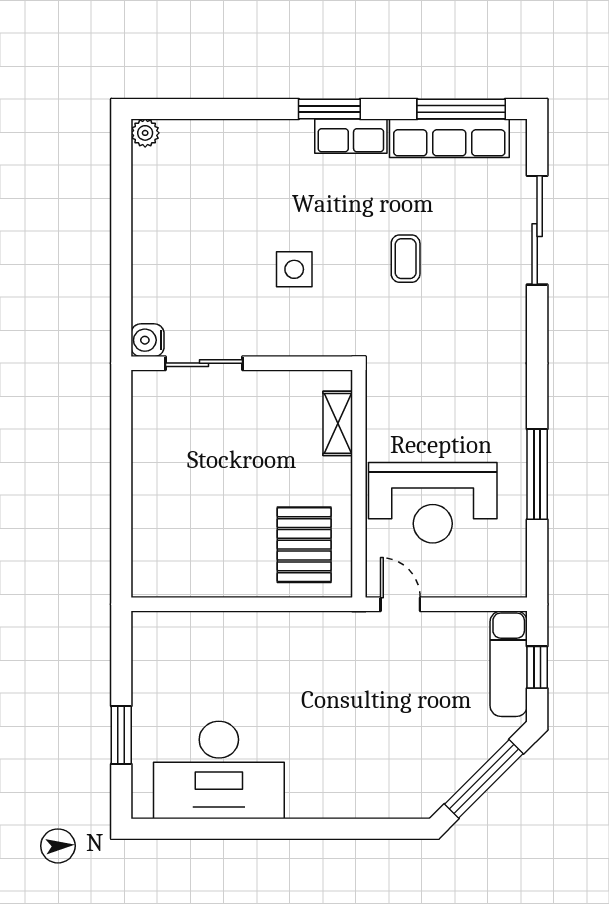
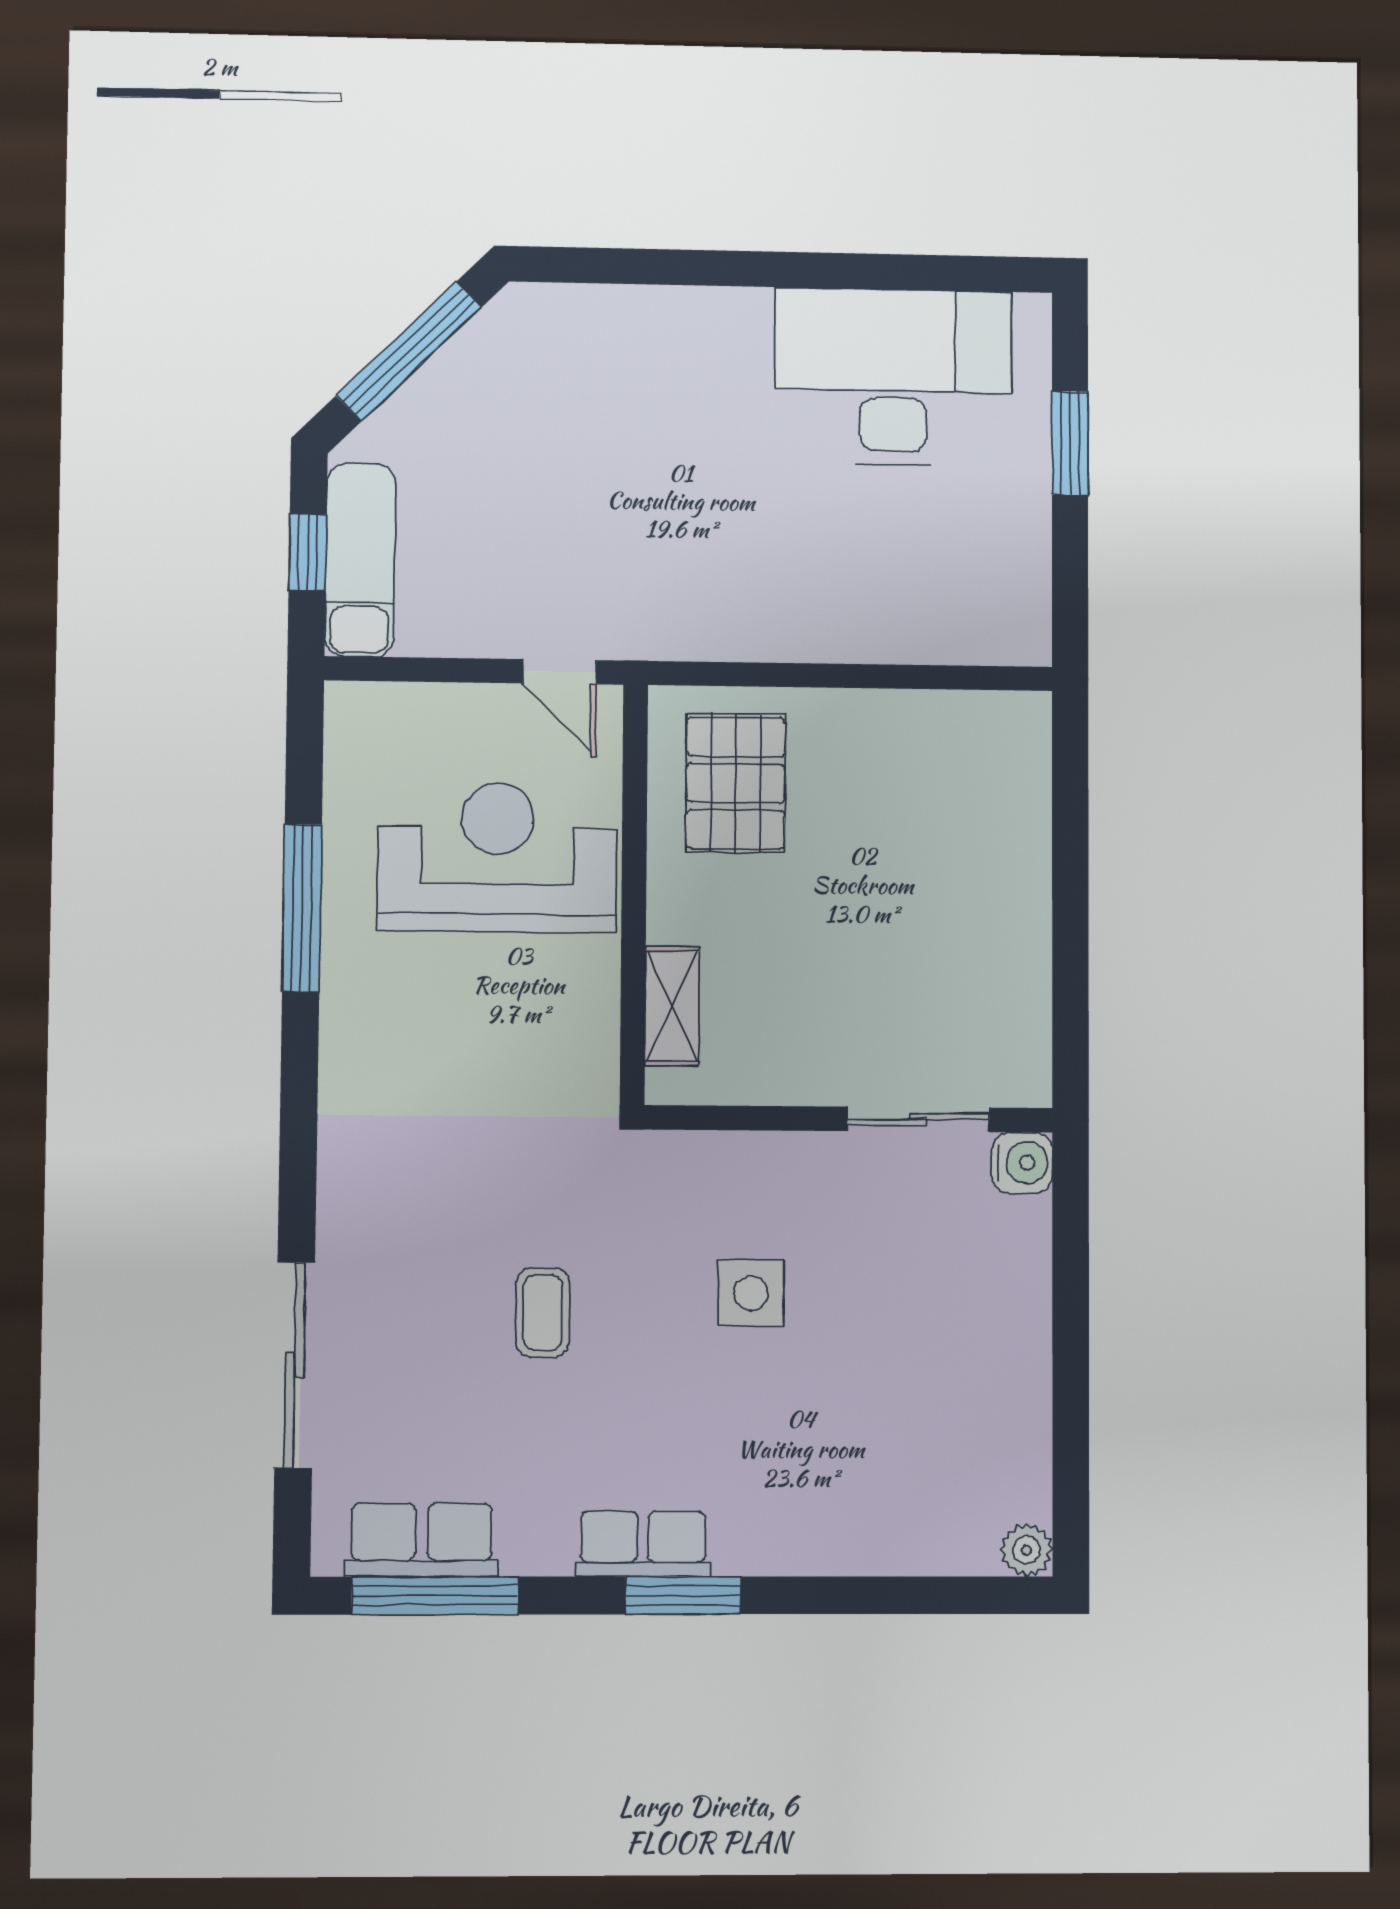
row of seats: (449, 138) -> (422, 1540), width x0.68

